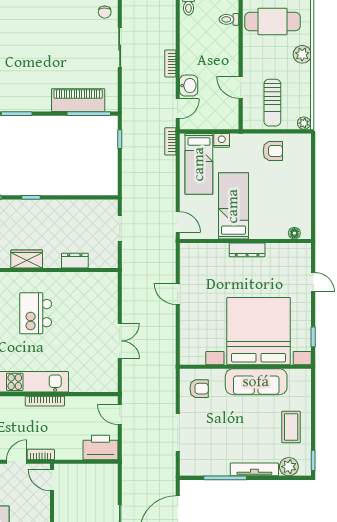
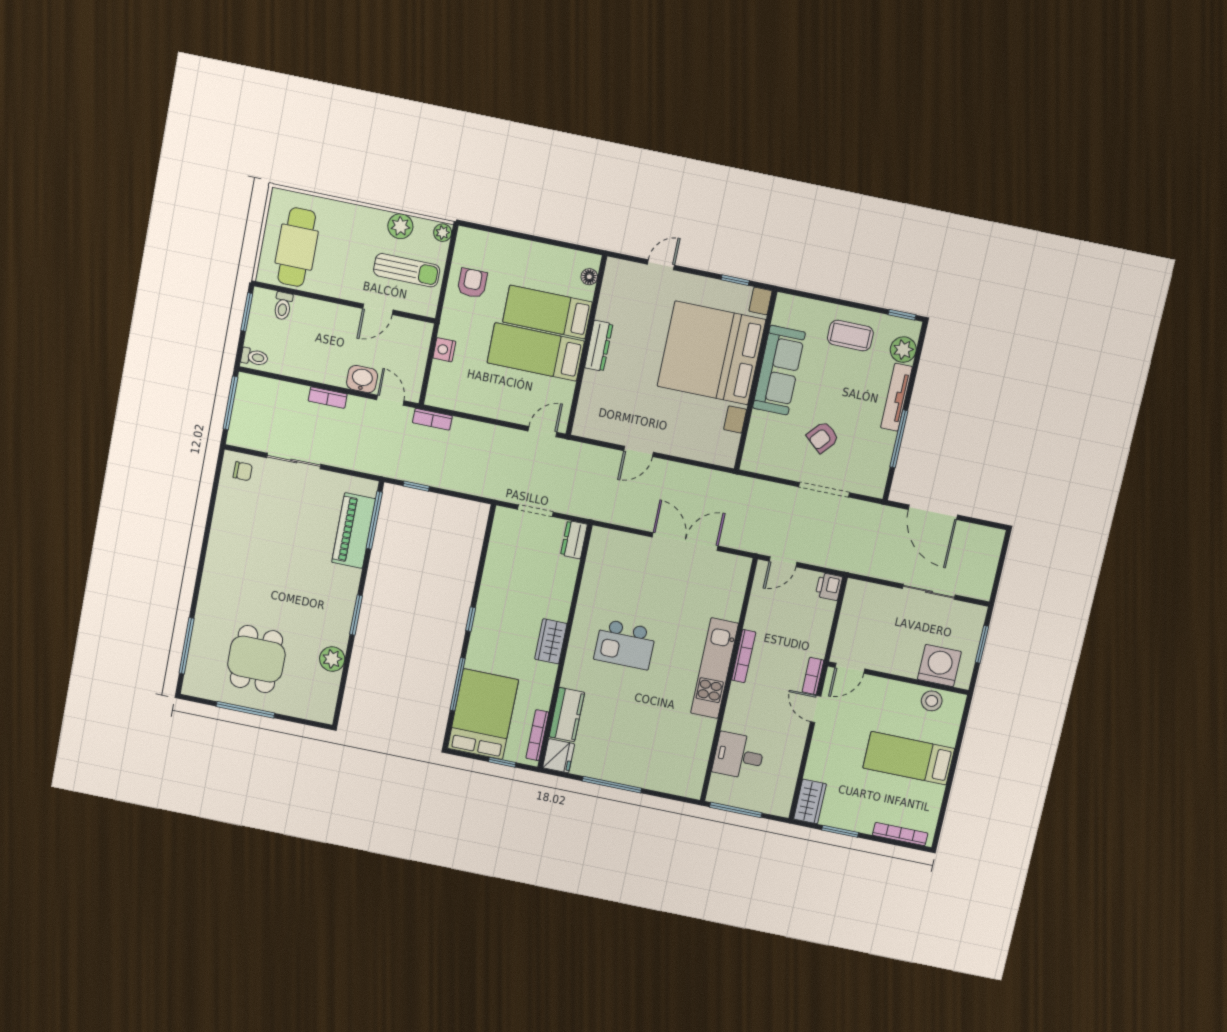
plant: (302, 54) -> (400, 226), moved
bed: (199, 164) -> (547, 312), moved, turned 180
dresser: (75, 261) -> (574, 540), moved
double door: (120, 341) -> (685, 542), width x1.37
armchair: (199, 389) -> (823, 437), moved, turned -139
printer: (101, 447) -> (829, 587), width x0.53, depth x0.68

